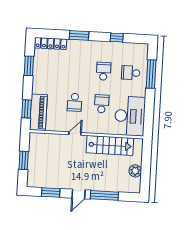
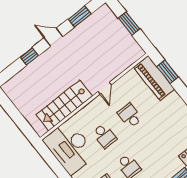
plant: (135, 171) -> (21, 103), removed
door: (79, 194) -> (54, 37), hinge flipped
window: (104, 195) -> (29, 56), width x0.46

